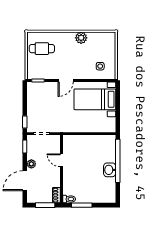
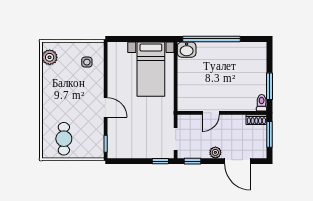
plant: (81, 38) -> (50, 57), moved
bed with nightstands: (95, 99) -> (151, 69), moved
washbasin: (110, 170) -> (187, 50), moved

